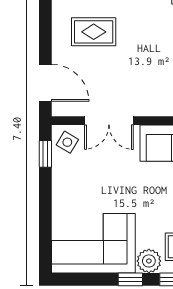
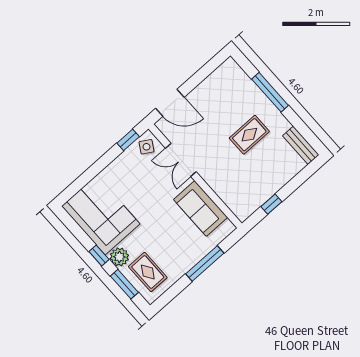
rug: (94, 32) -> (249, 135), moved, turned 90
door: (45, 83) -> (170, 103), hinge flipped

